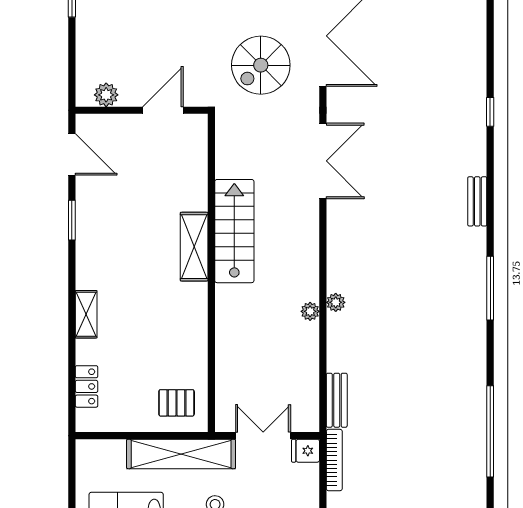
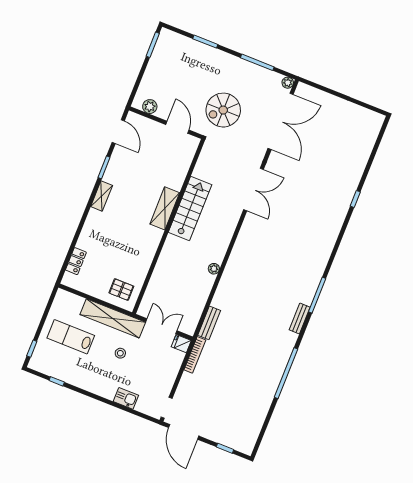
spiral stairs: (261, 65) -> (223, 110), moved
door: (163, 110) -> (177, 127), hinge flipped
bench: (477, 201) -> (300, 318), moved
plant: (336, 302) -> (230, 269), removed
shelving: (86, 314) -> (102, 196), moved

